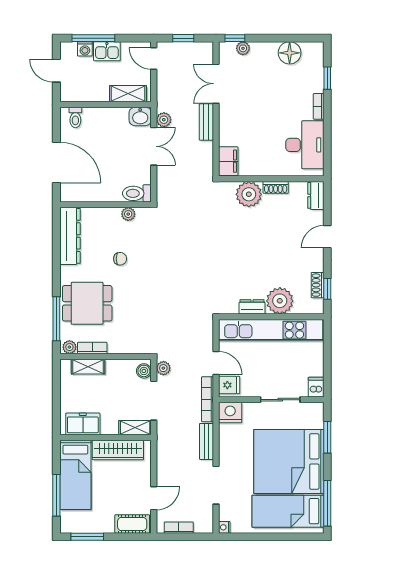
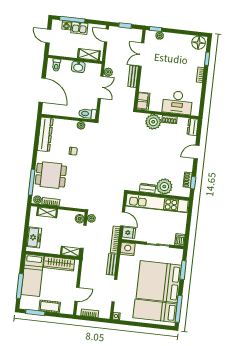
floor lamp: (290, 53) -> (199, 43), moved
washbasin: (140, 116) -> (78, 67), moved
desk: (305, 145) -> (177, 102), moved, turned 90
freezer: (83, 424) -> (34, 237), moved, turned 90
cot: (132, 524) -> (50, 306), moved

